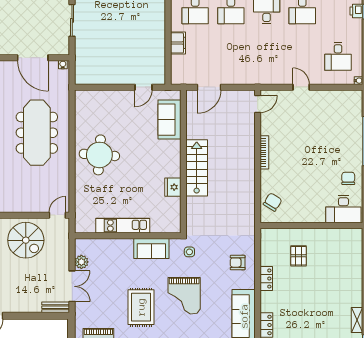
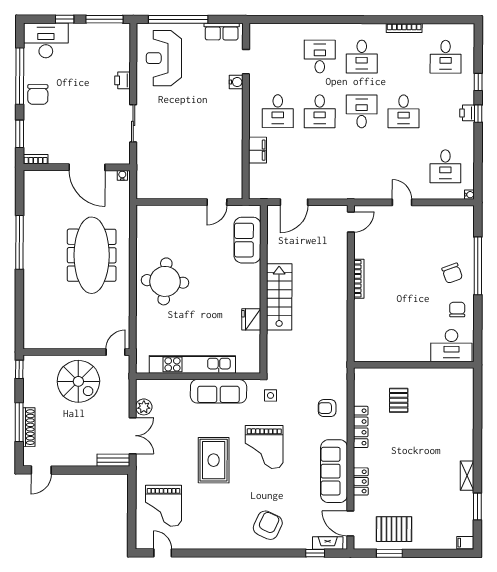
chair: (273, 202) -> (452, 273), moved, turned 128
kitchen unit: (123, 226) -> (192, 364), width x1.36
sofa: (151, 248) -> (218, 391), width x1.36
locker: (266, 279) -> (361, 427), width x1.53

